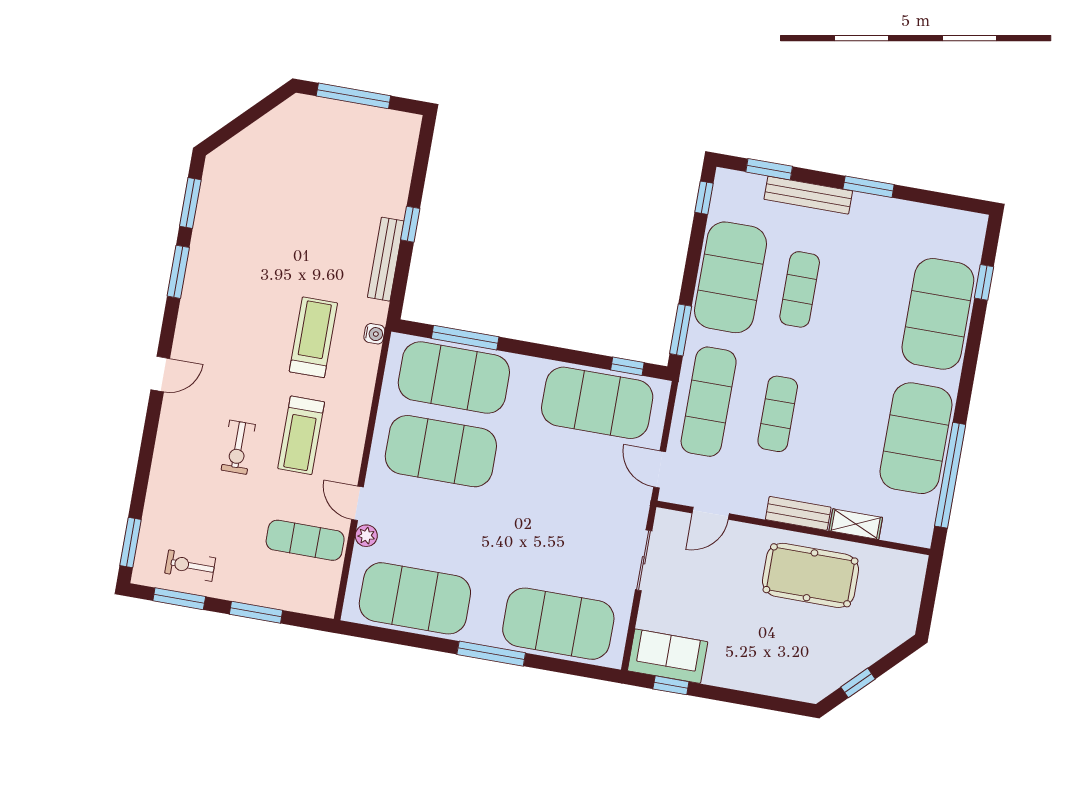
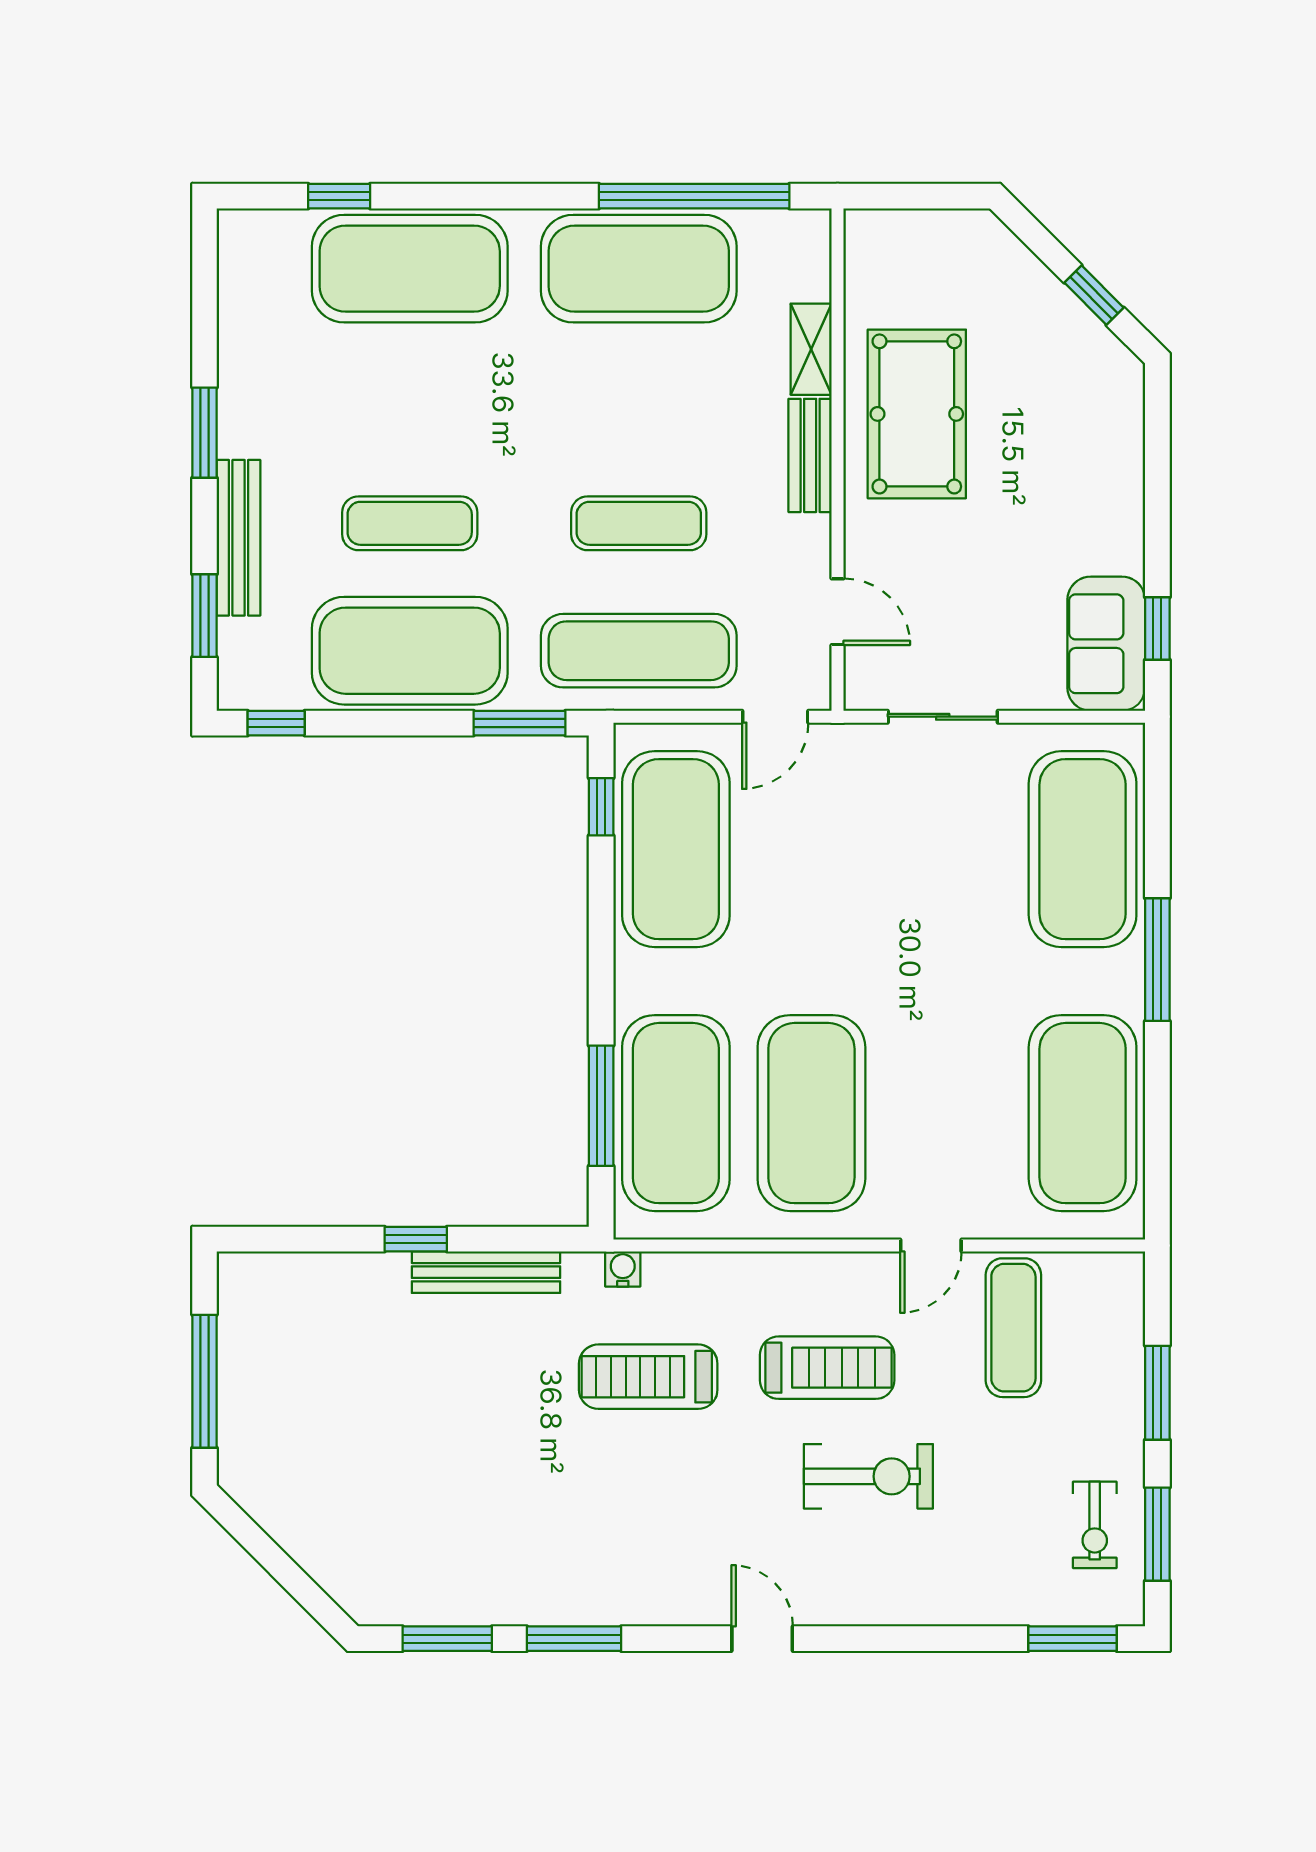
exercise bike: (238, 447) -> (868, 1476), width x1.38, depth x1.39
plant: (366, 536) -> (986, 1220), removed

